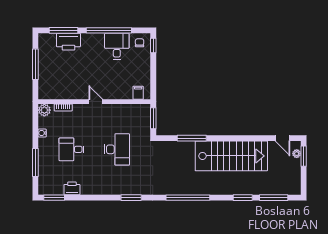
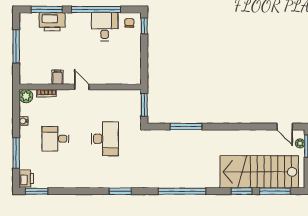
filing cabinet: (138, 93) -> (57, 77), moved
stairs: (231, 156) -> (259, 172), moved, turned 180
printer: (72, 188) -> (26, 178), moved, turned 90

